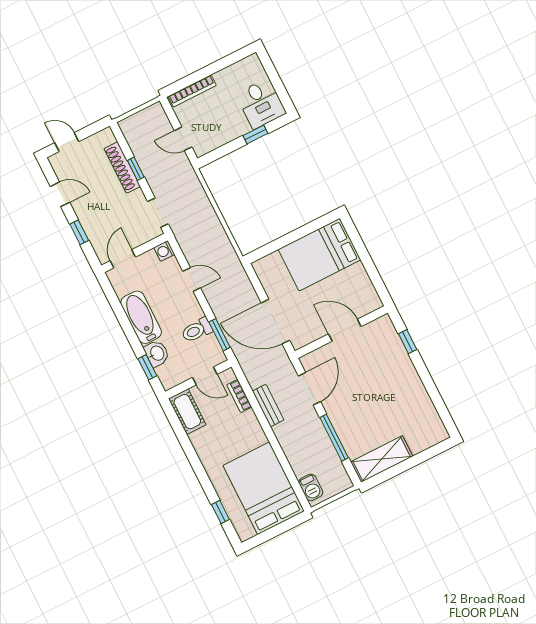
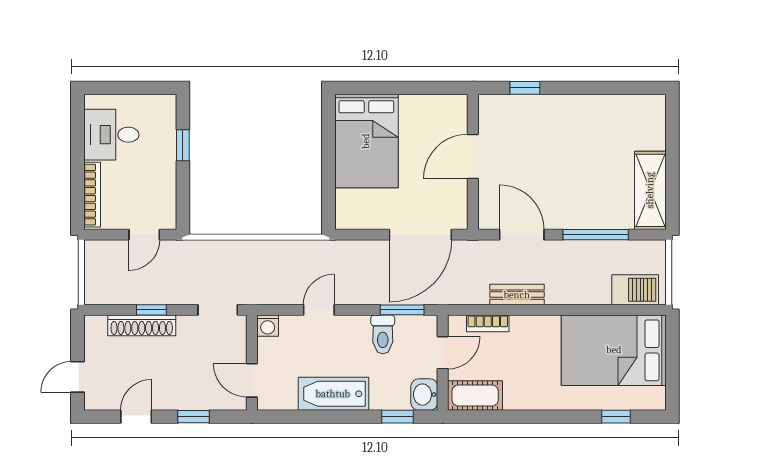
desk: (261, 104) -> (111, 135), moved, turned 180
washbasin: (157, 353) -> (424, 395), moved, turned -90
barbecue: (311, 487) -> (635, 290), width x1.38, depth x1.27

